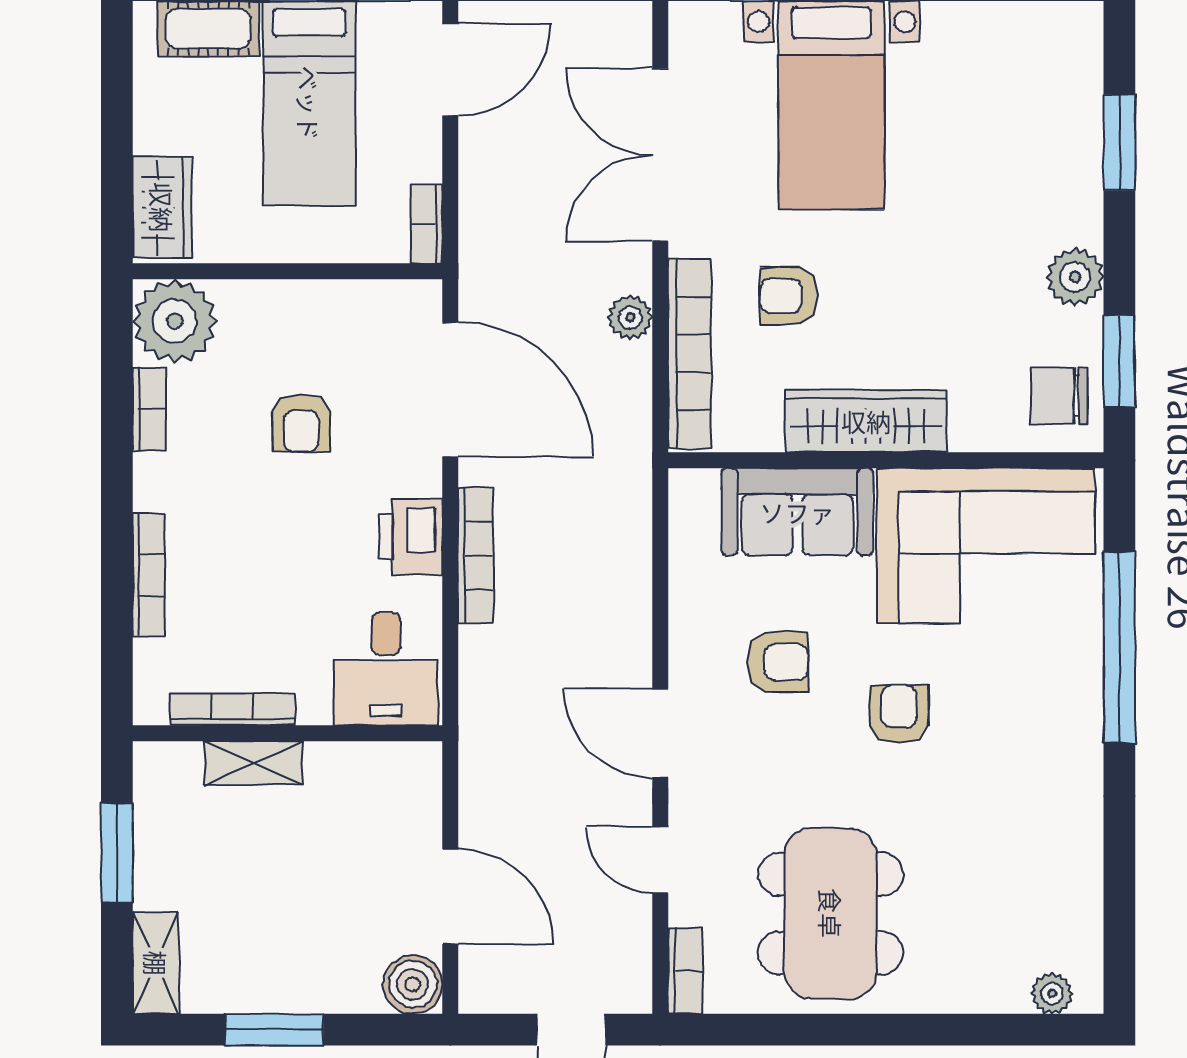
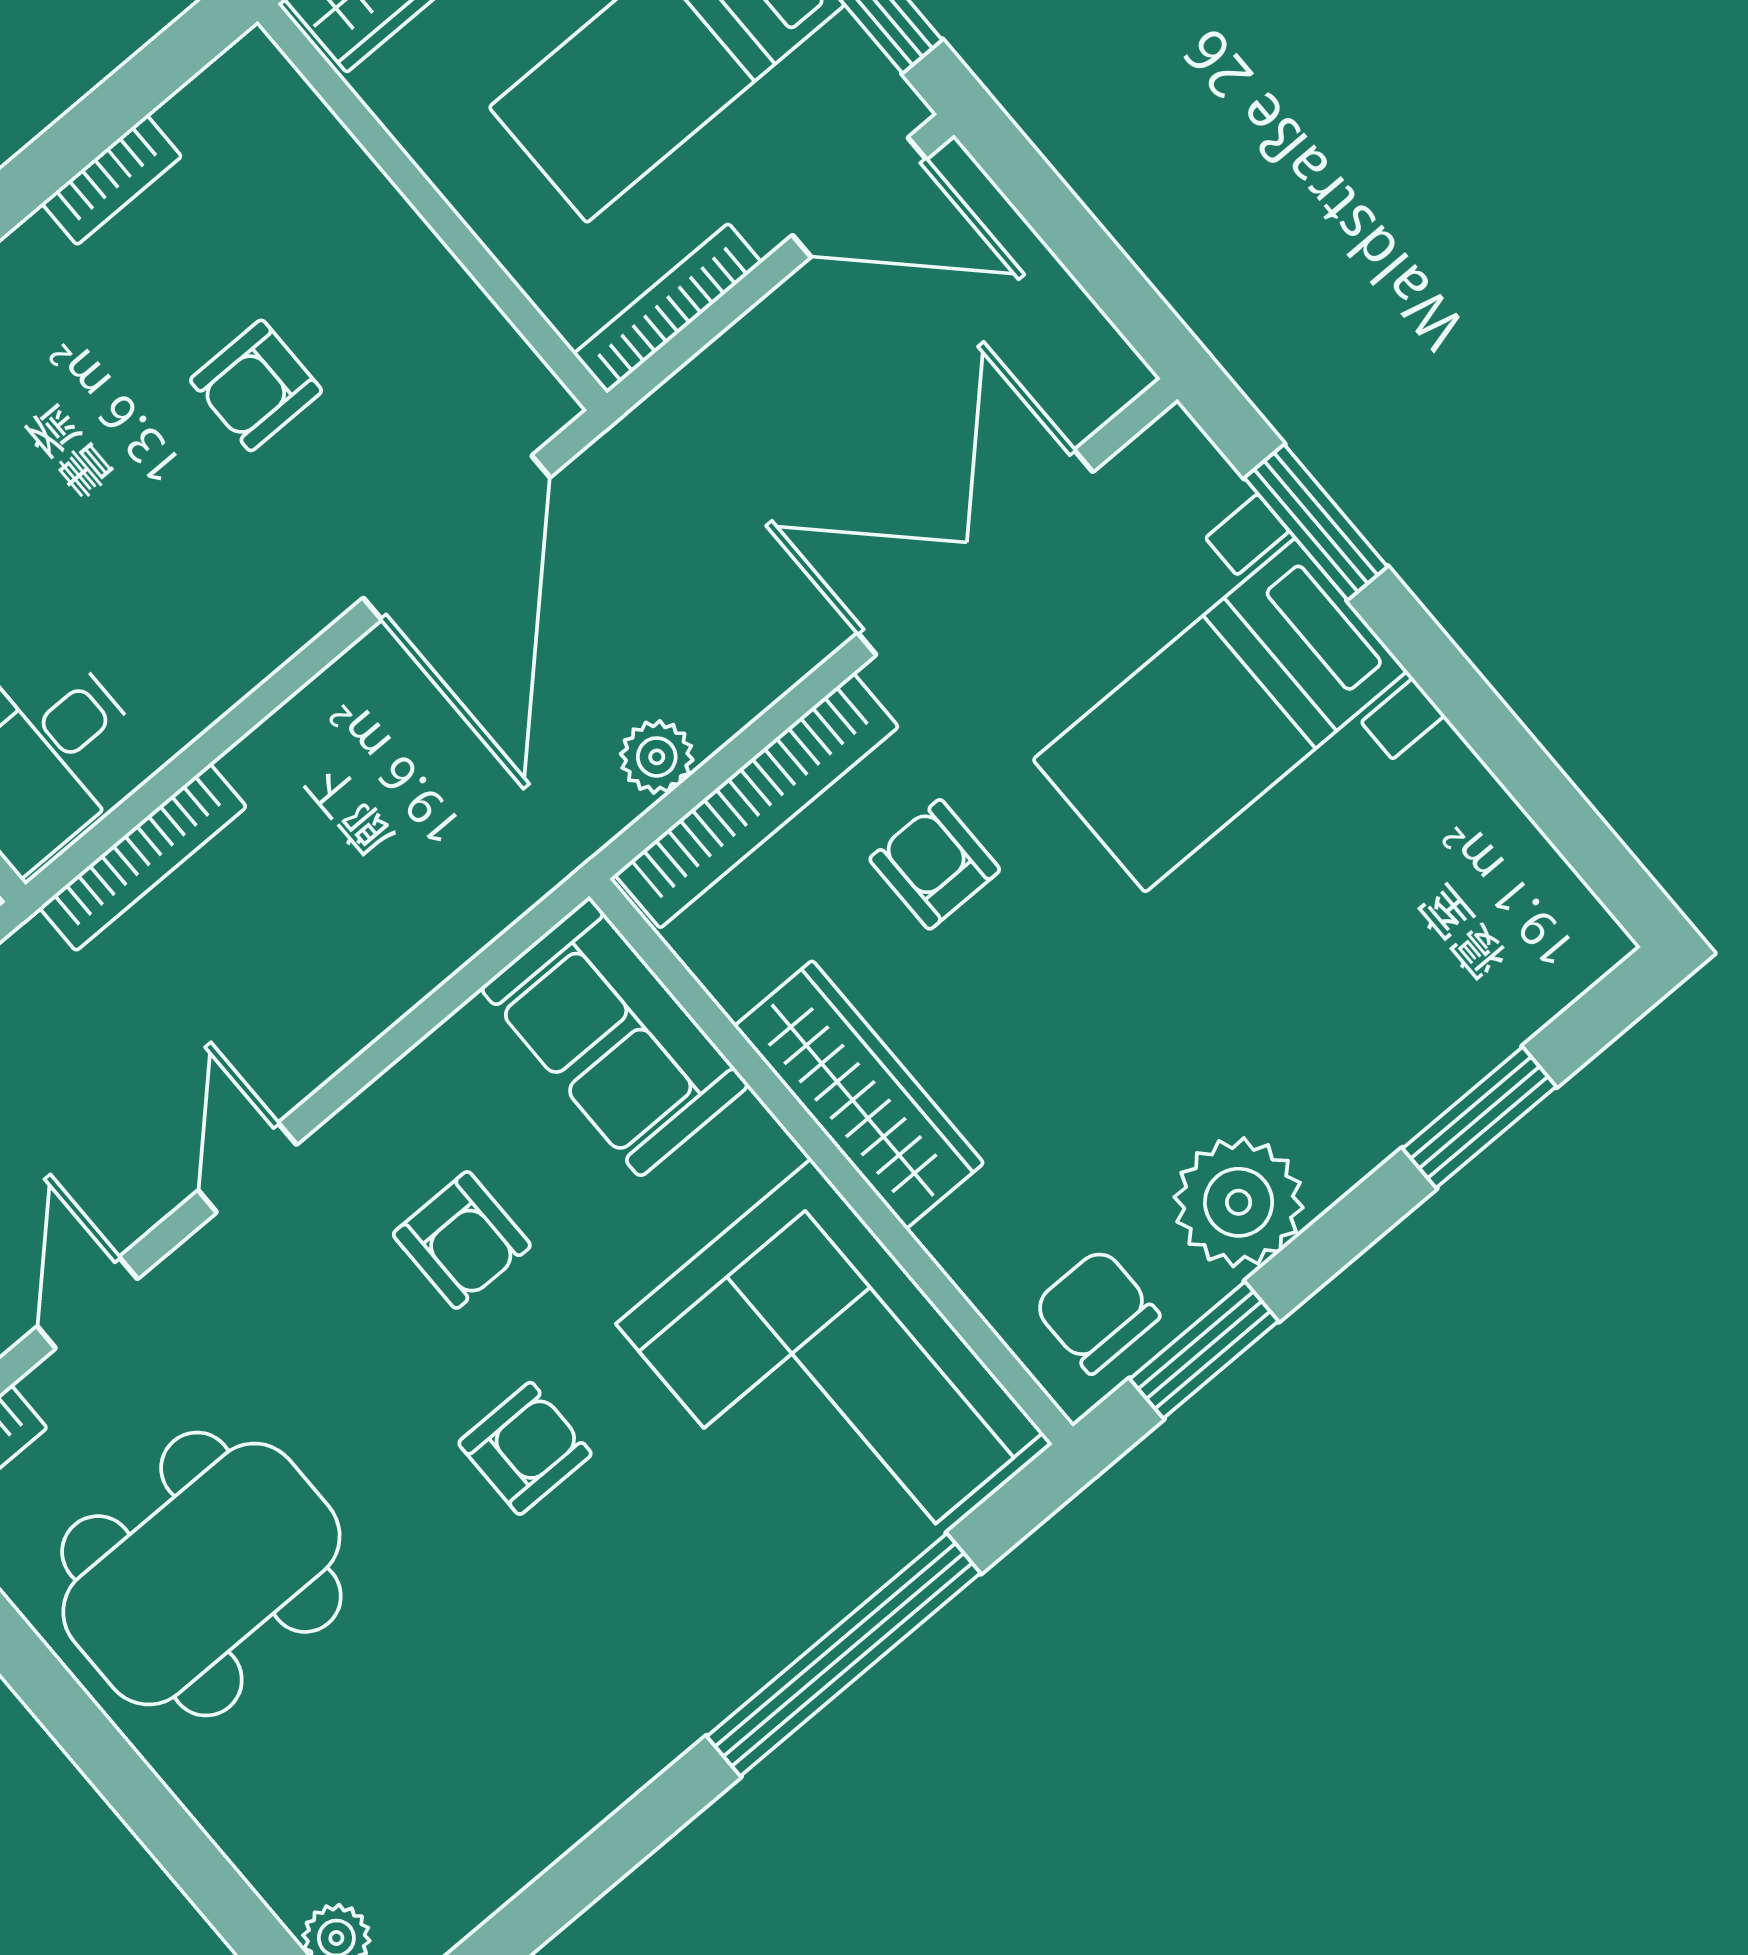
bookcase: (427, 224) -> (668, 308), width x1.56
plant: (1075, 277) -> (1239, 1202), width x1.36, depth x1.36
plant: (630, 317) -> (657, 757), moved
plant: (175, 321) -> (249, 118), removed
sofa: (797, 512) -> (615, 1037), moved
printer: (411, 537) -> (229, 645), removed
bookcase: (475, 556) -> (143, 857), moved
door: (660, 733) -> (247, 1168), width x0.73

